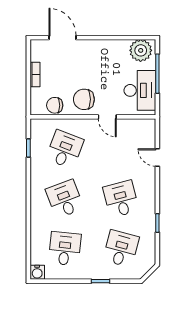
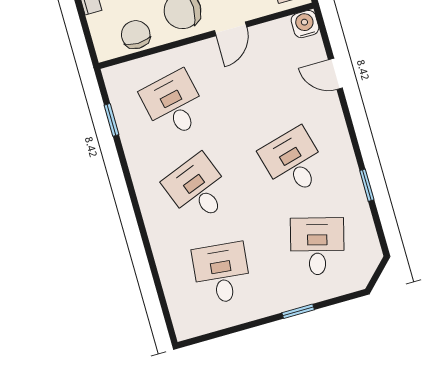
chair: (55, 105) -> (136, 35), turned 90
door: (107, 117) -> (231, 29), hinge flipped
desk: (65, 149) -> (174, 104), turned -33
water cooler: (37, 272) -> (305, 24), moved, turned 180

